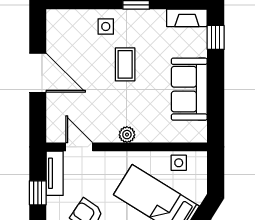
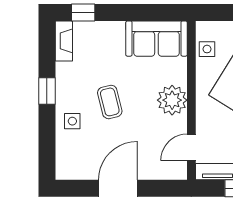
coffee table: (125, 64) -> (110, 102), turned 76
sofa: (189, 89) -> (156, 39), moved
plant: (127, 135) -> (172, 100), width x1.87, depth x1.87

